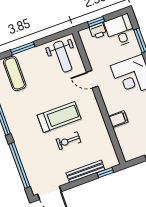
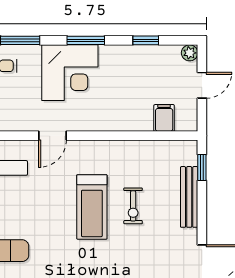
treadmill: (59, 117) -> (92, 207), turned 180
filing cabinet: (118, 119) -> (164, 118), moved

